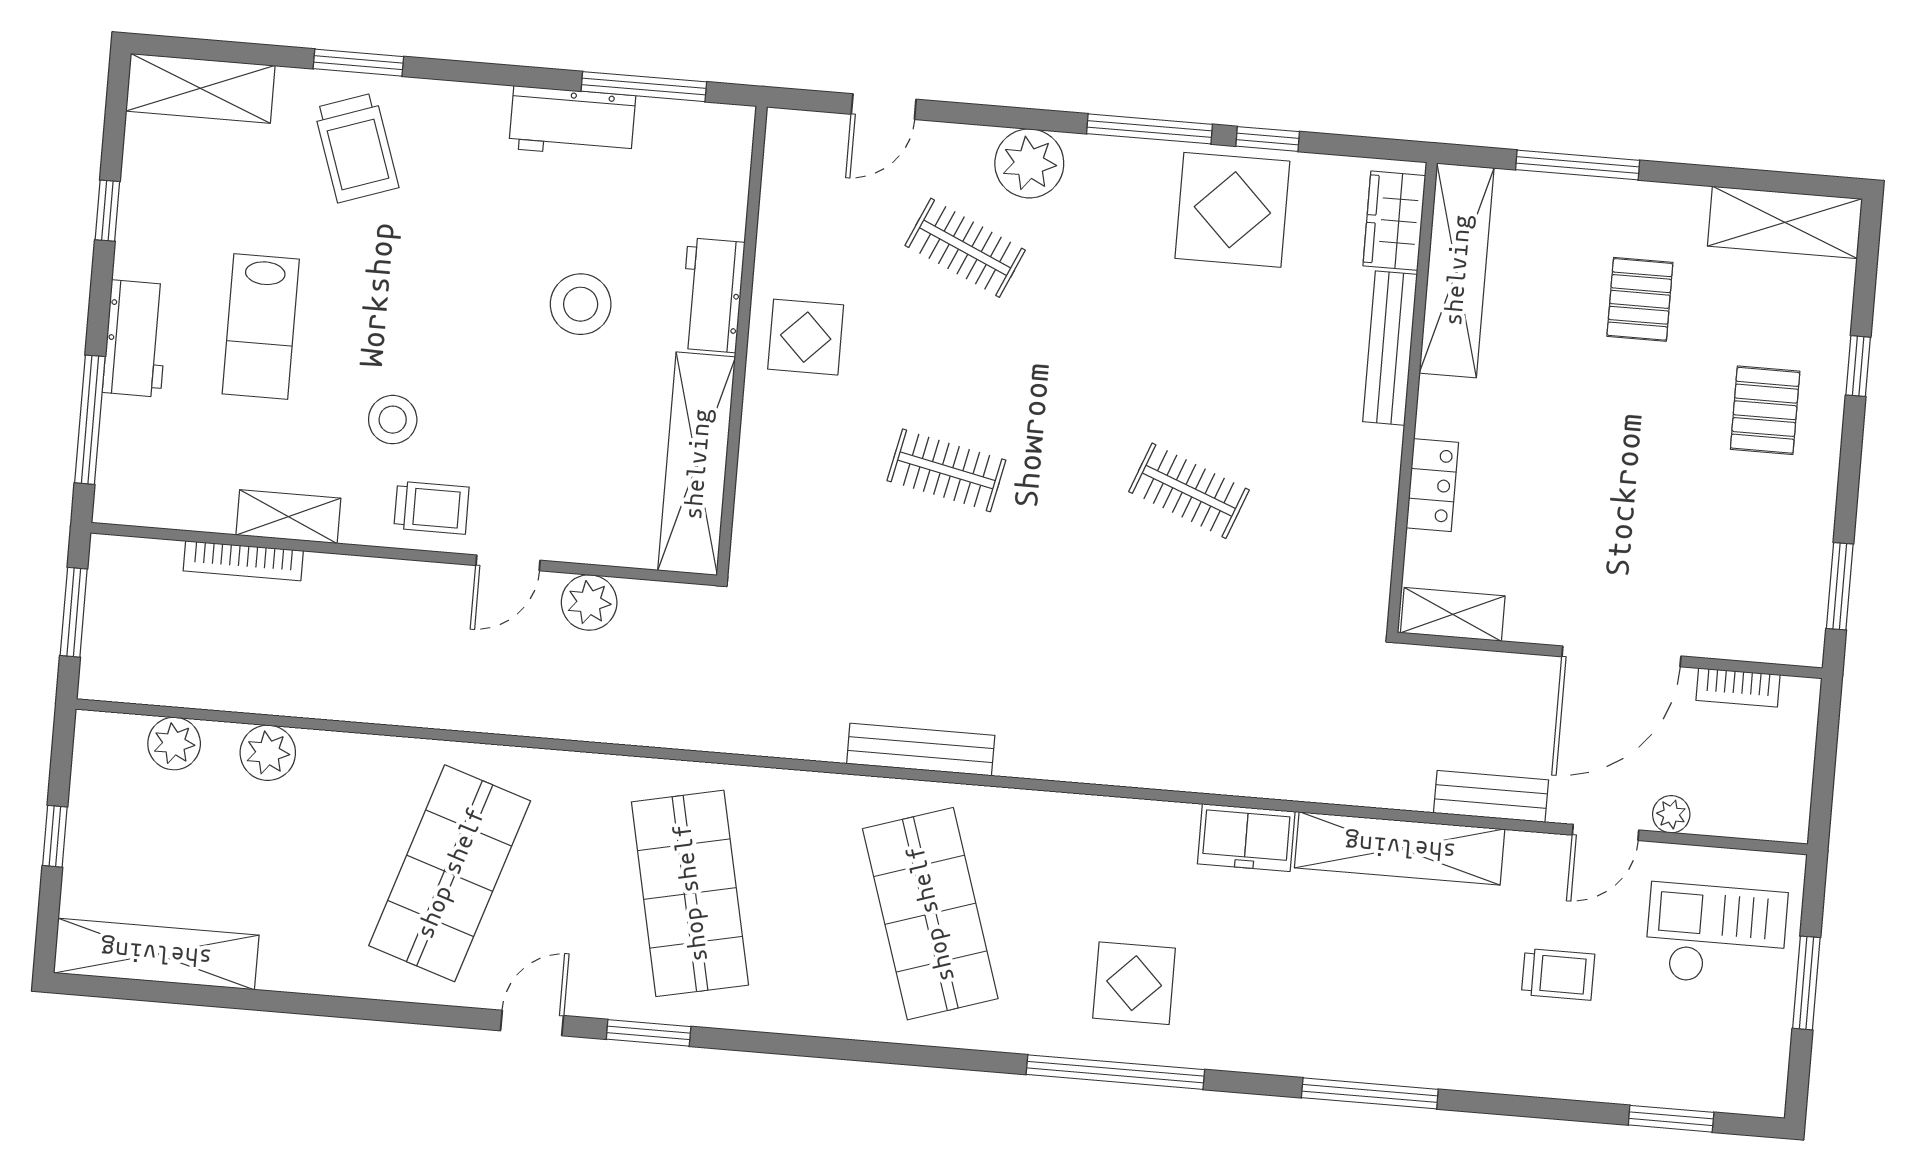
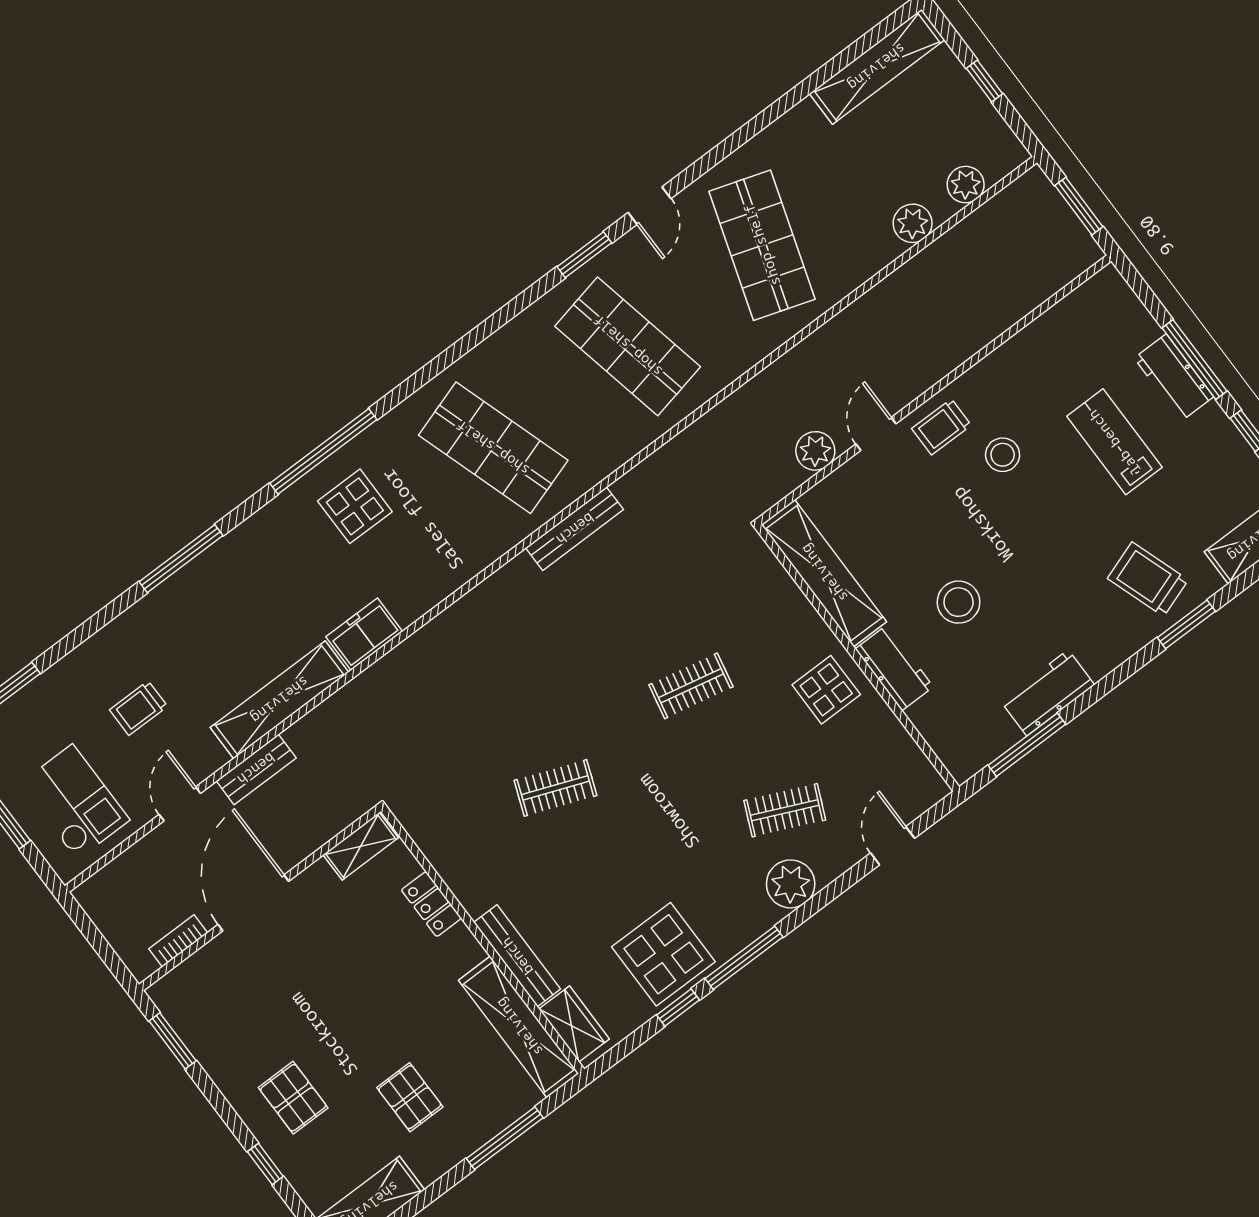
window: (90, 420) -> (1194, 360), moved
shelving: (288, 517) -> (1012, 356), removed
bookcase: (243, 561) -> (1015, 312), removed
plant: (1671, 814) -> (154, 844), removed
checkout: (1716, 935) -> (75, 802), turned -90

